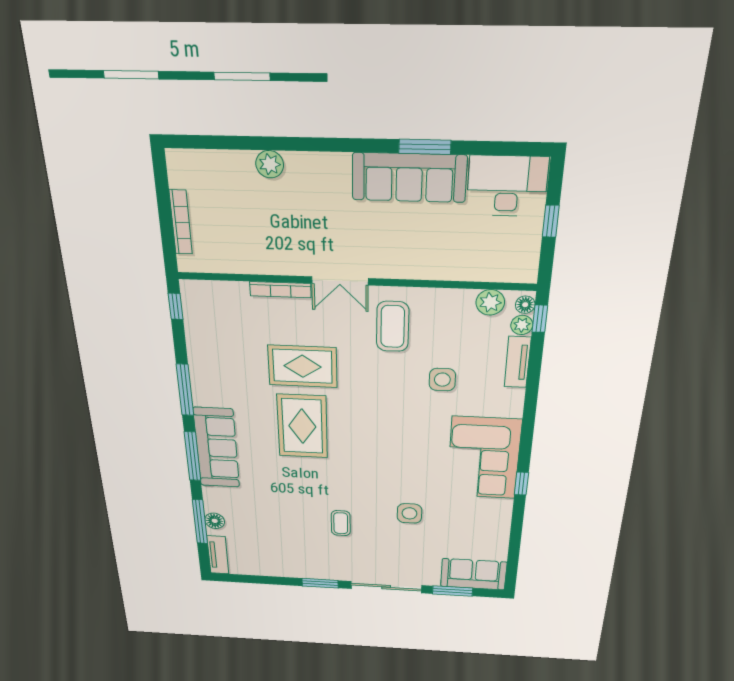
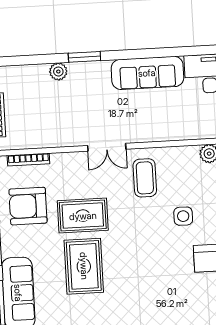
window: (425, 147) -> (84, 57), moved
bookcase: (280, 290) -> (28, 160), moved
armchair: (227, 348) -> (28, 206), added

